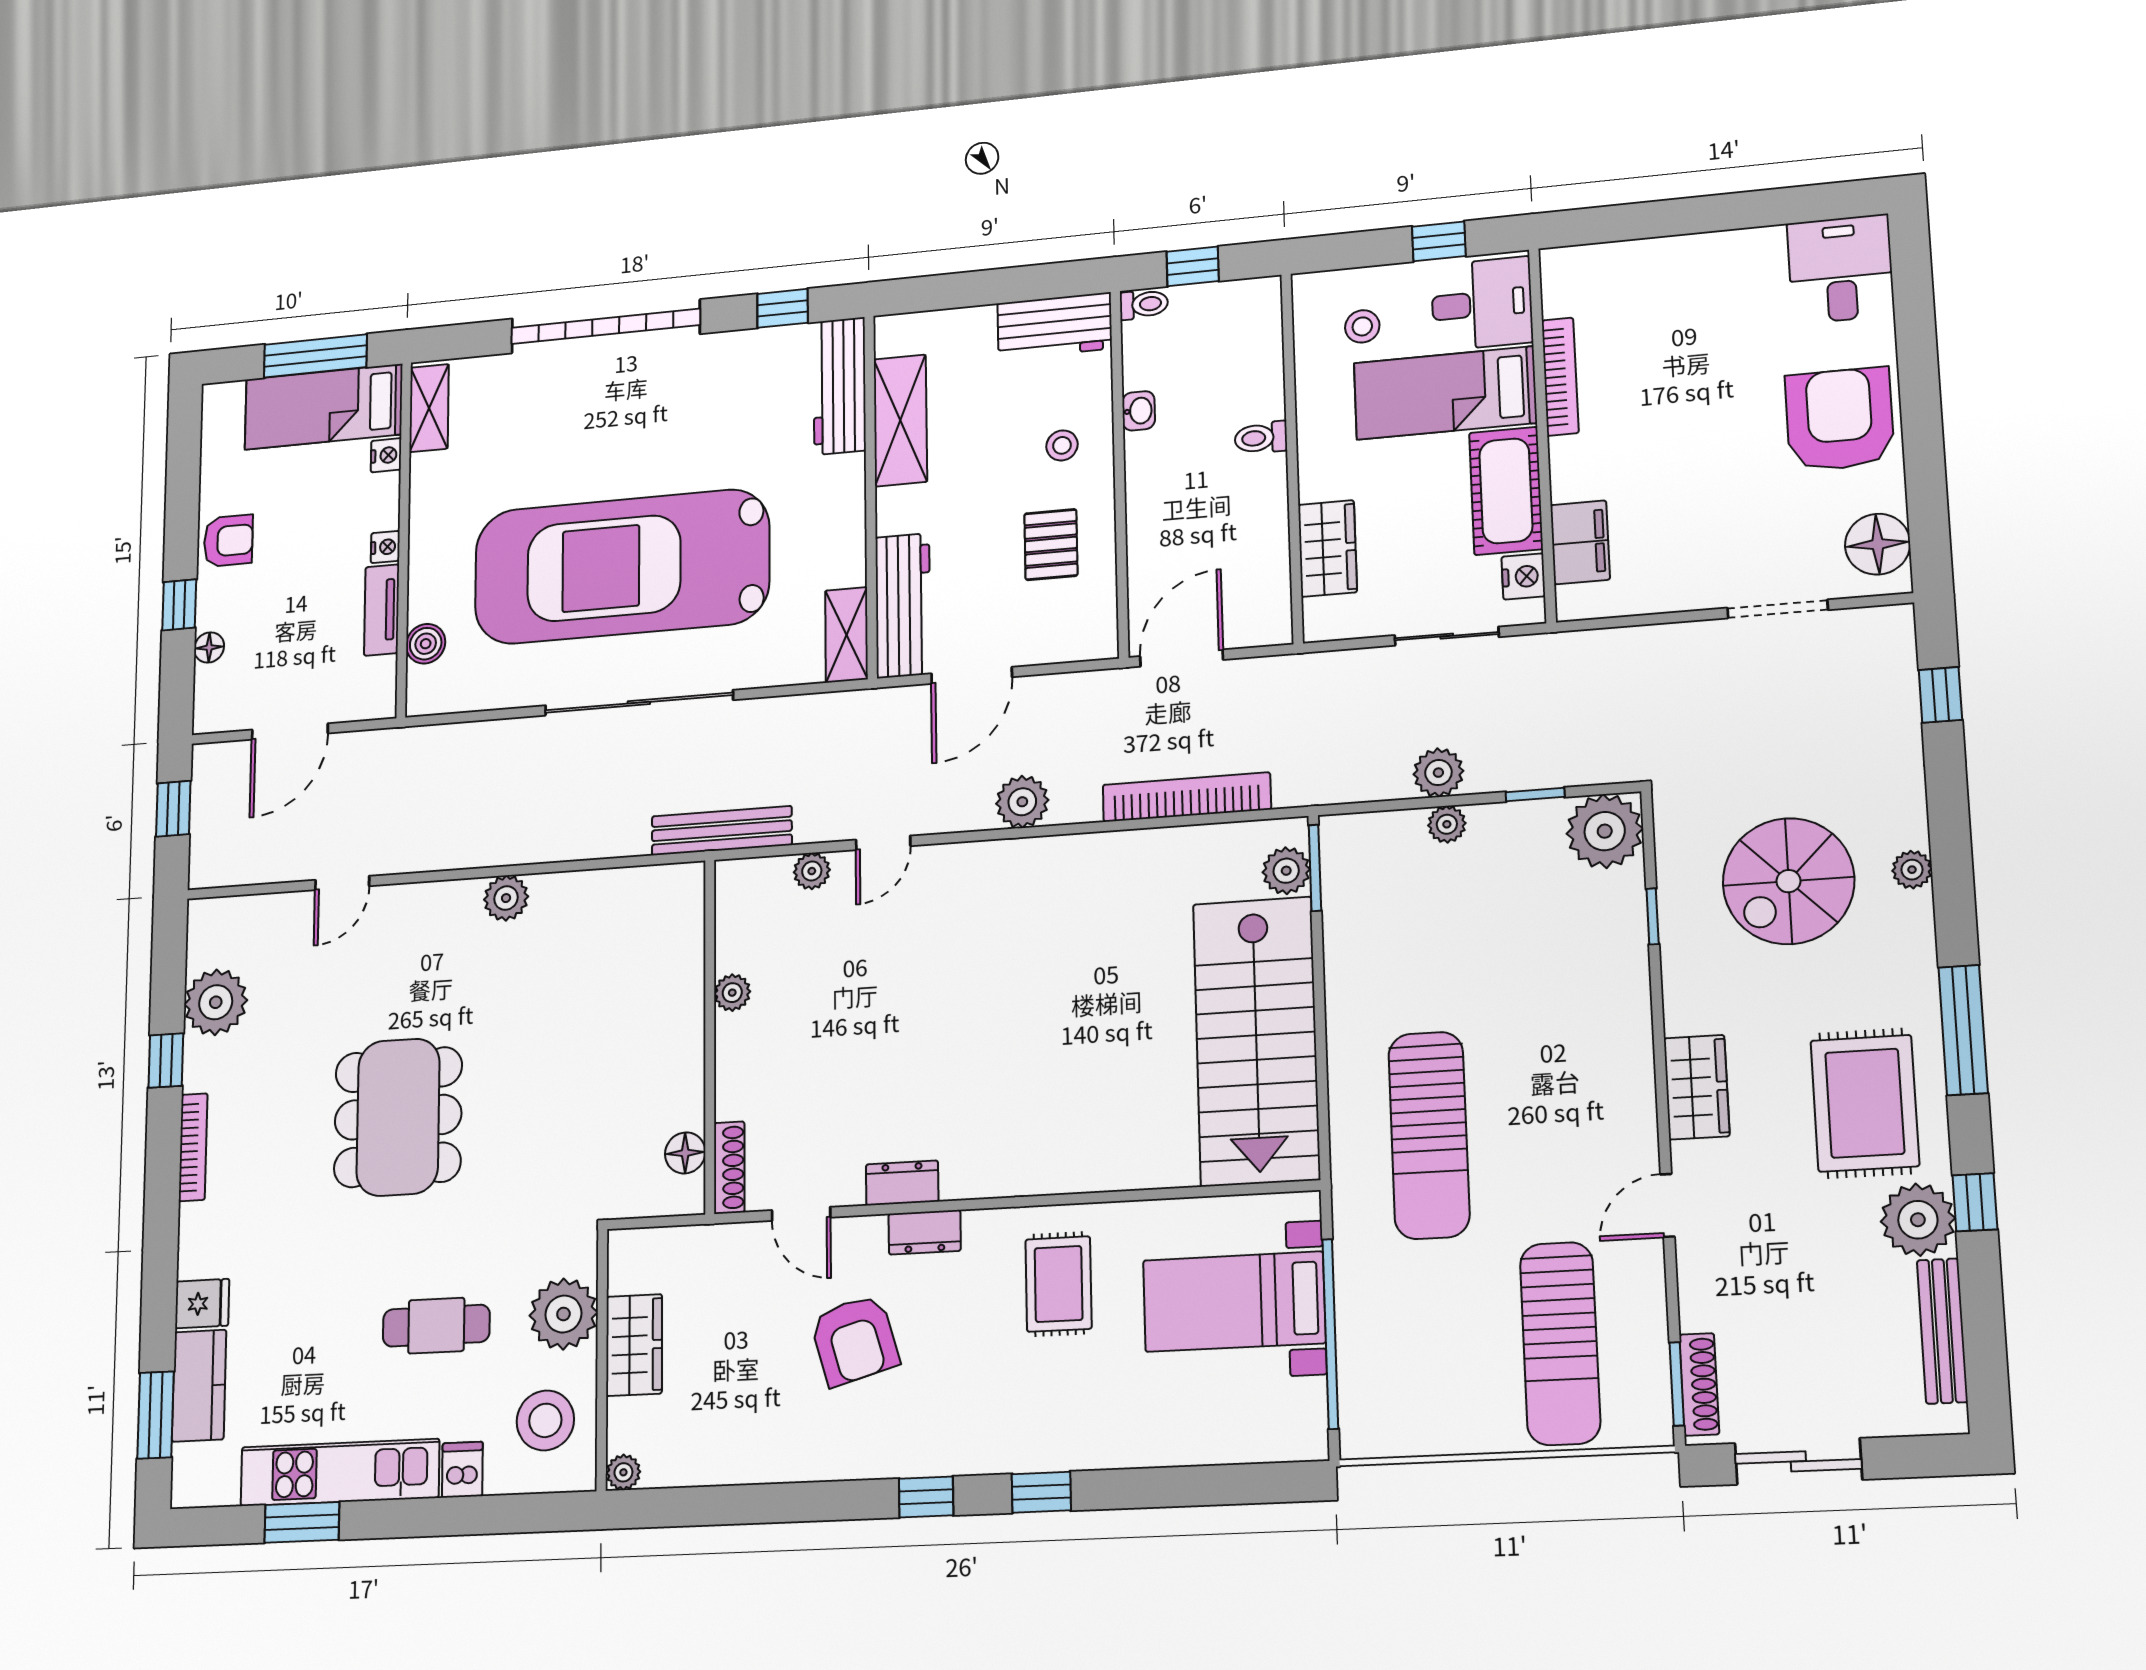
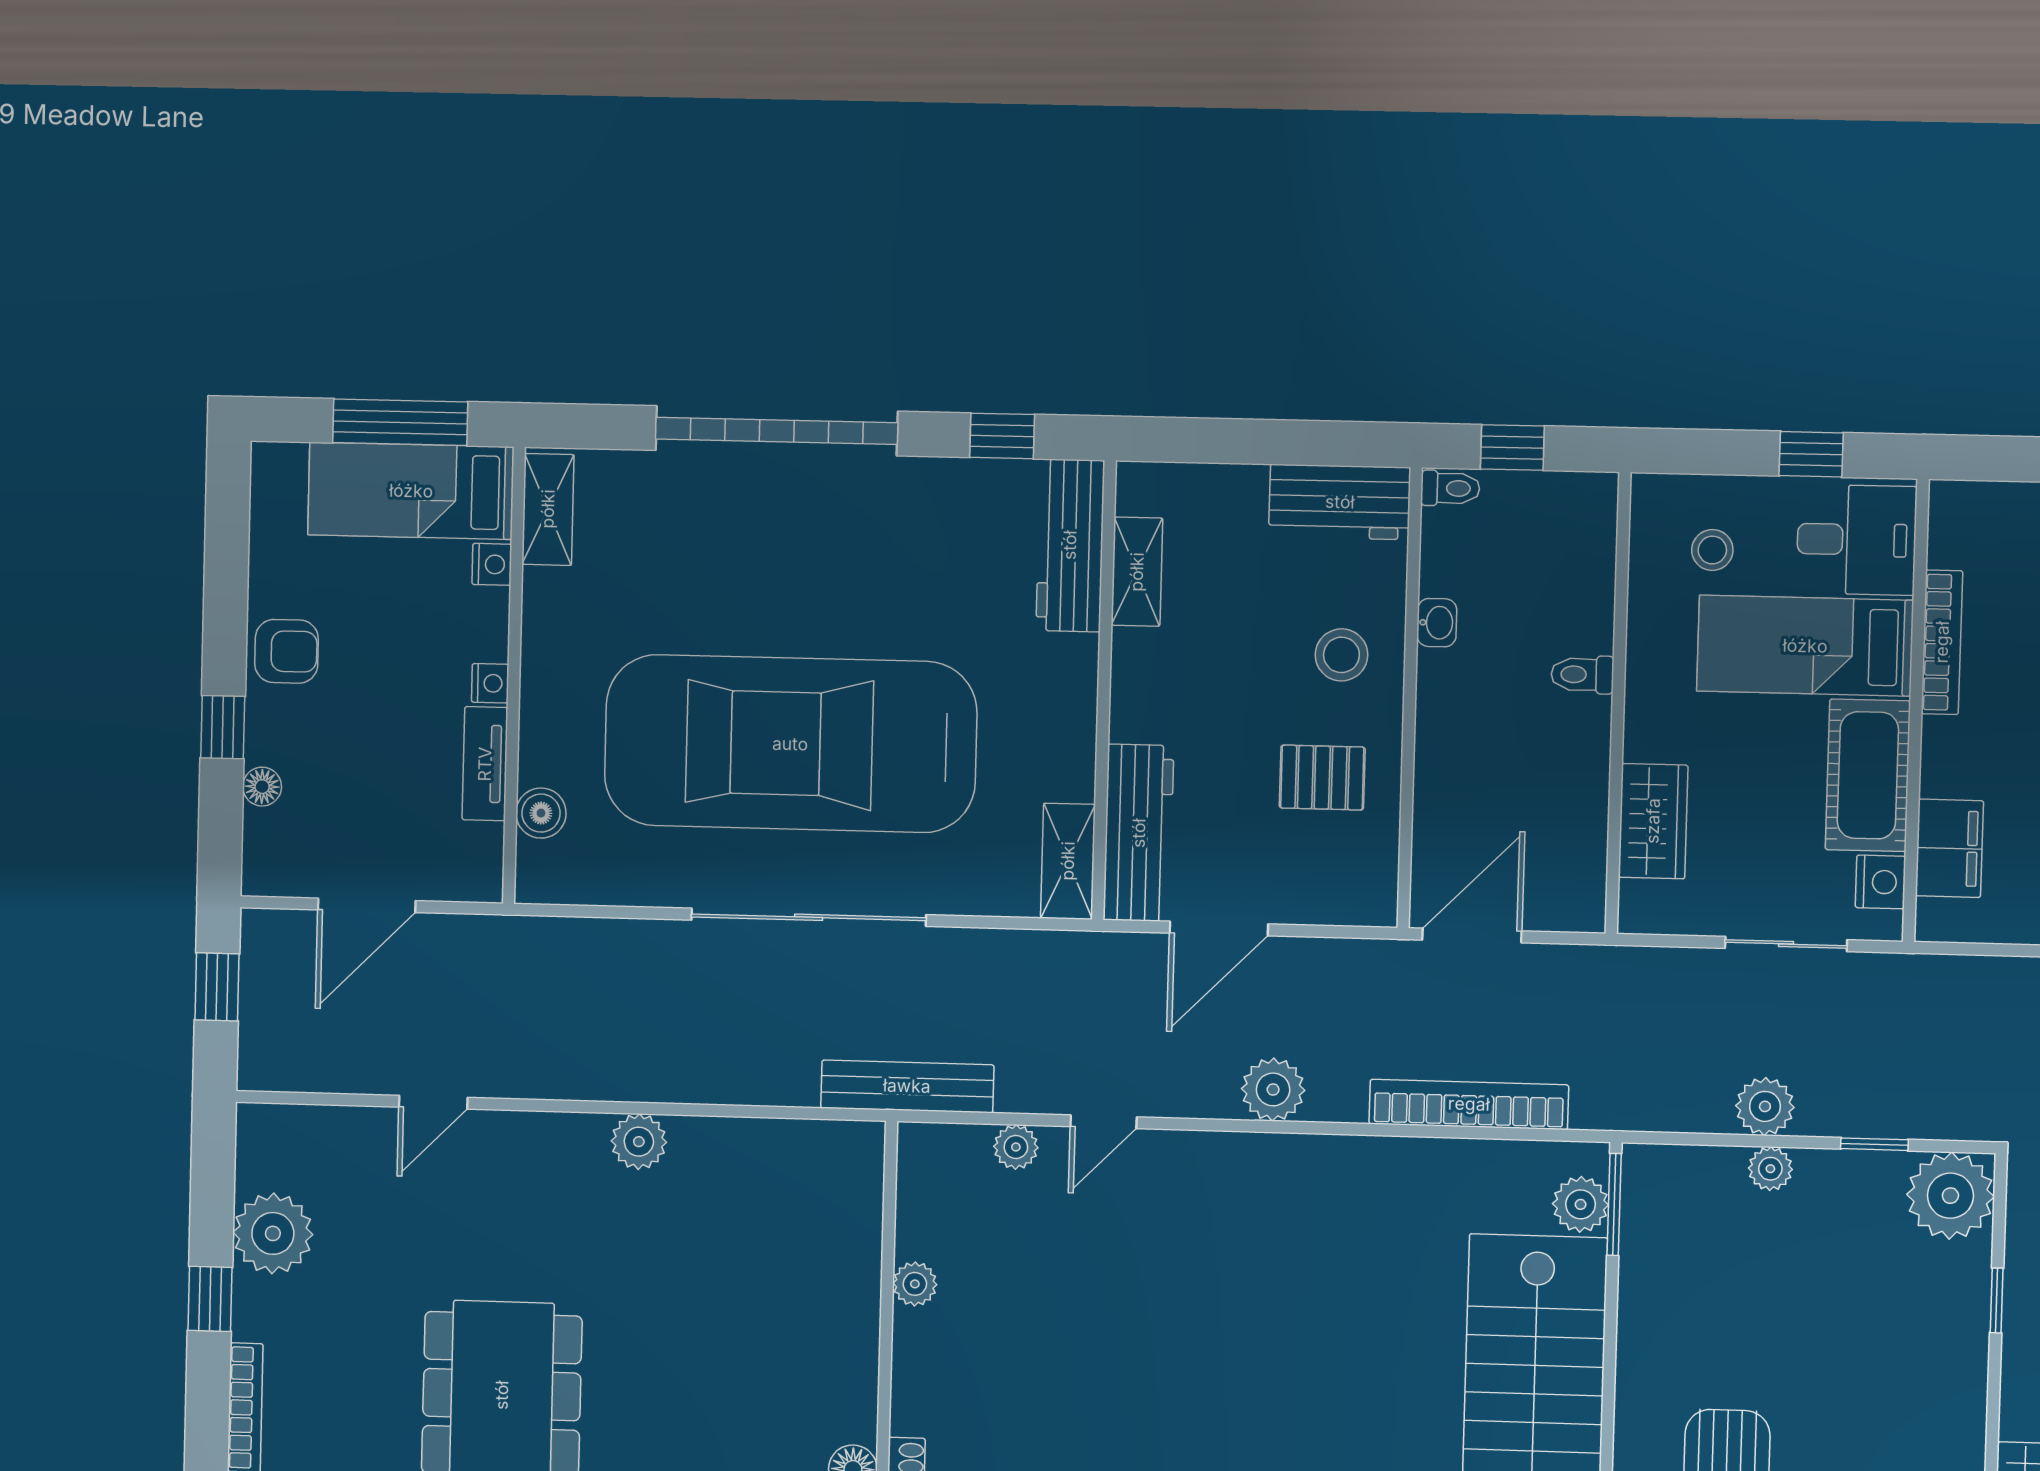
shelving: (900, 420) -> (1137, 572), width x0.67, depth x0.75
stool: (1062, 445) -> (1341, 655), width x1.37, depth x1.37
pallet: (1051, 545) -> (1322, 778), turned 90

